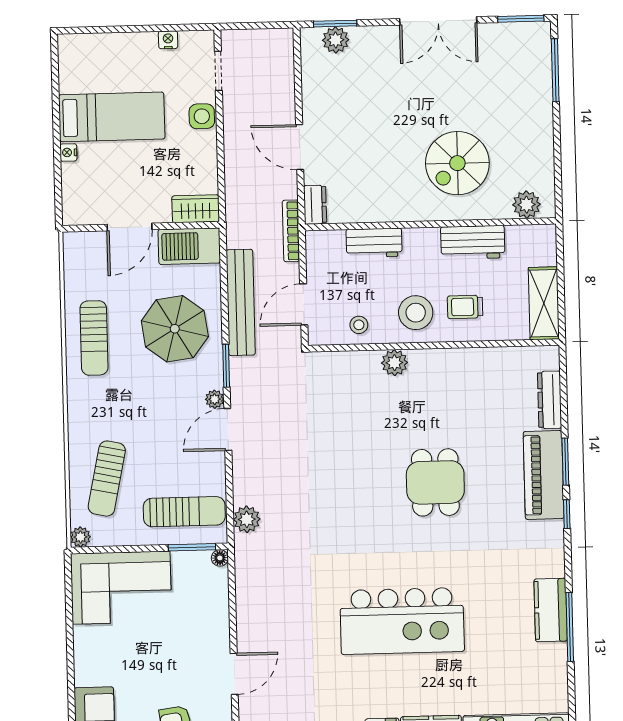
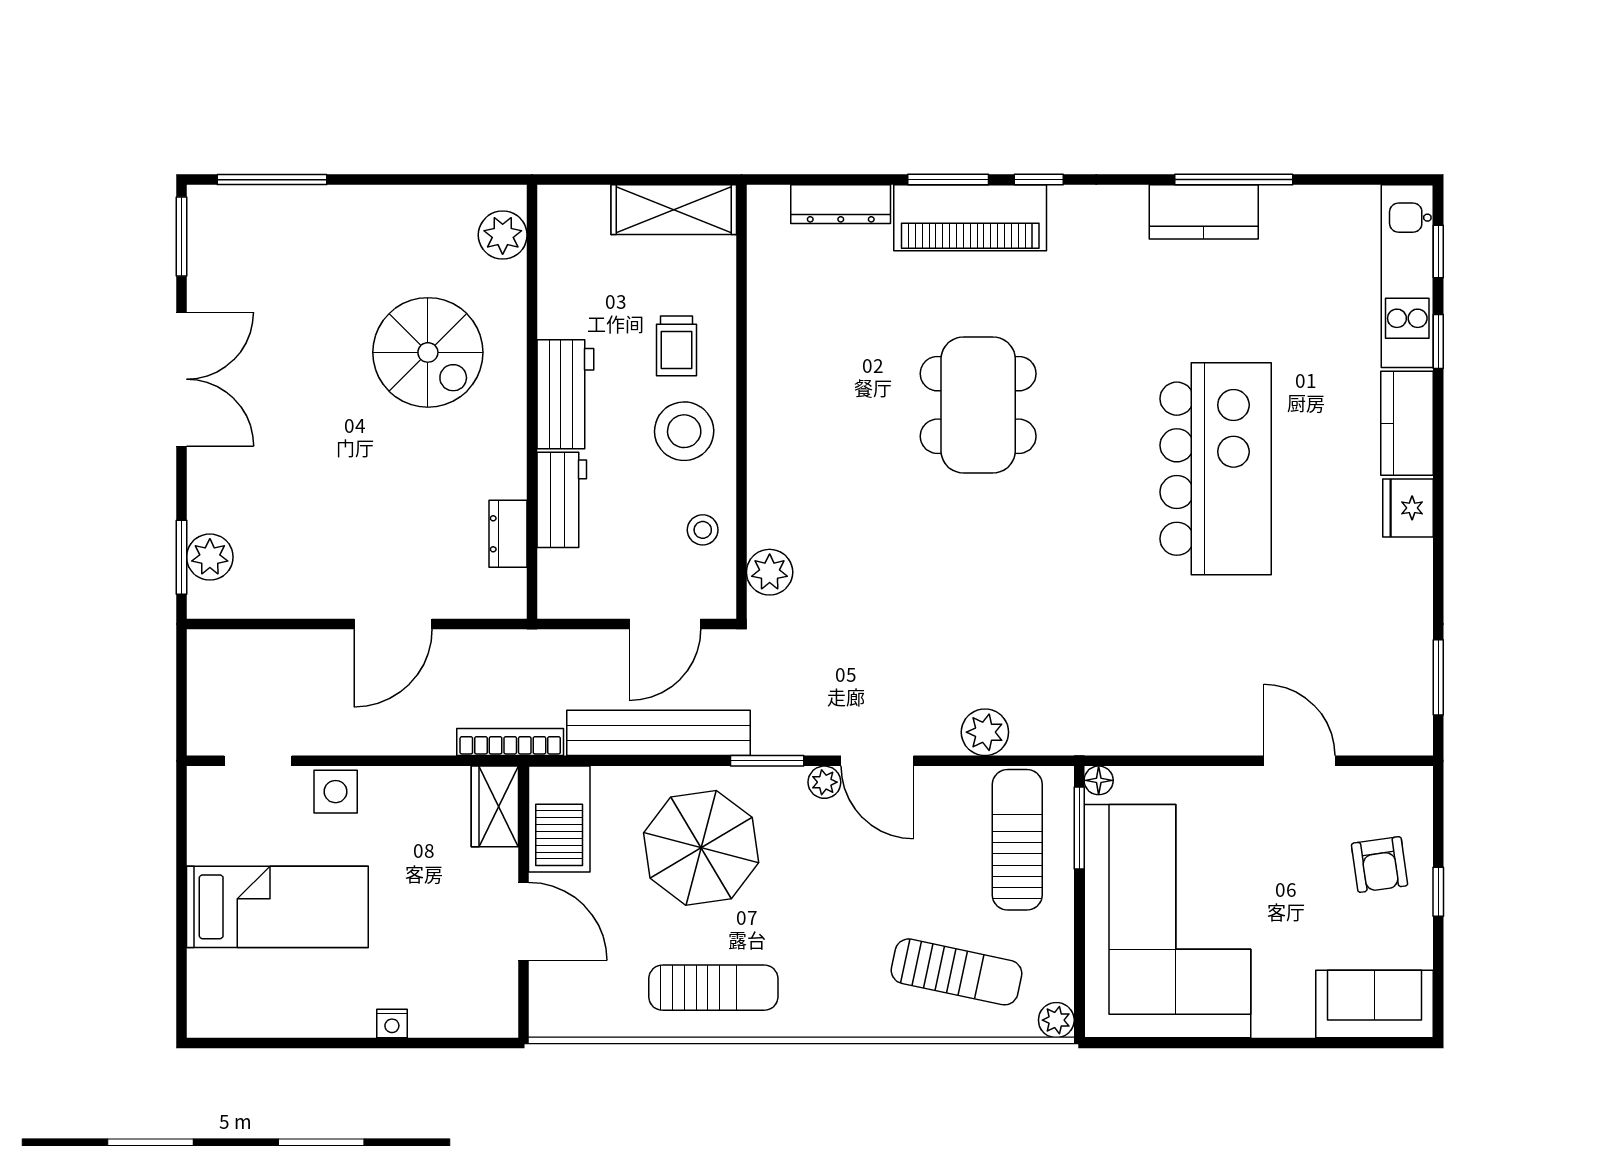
nightstand: (168, 40) -> (202, 846), removed
bed: (112, 117) -> (277, 907), moved, turned 90
dresser: (315, 205) -> (508, 534), moved, turned -90
bookcase: (291, 231) -> (510, 742), moved, turned 180
workbench: (473, 242) -> (565, 394), moved
door: (304, 304) -> (665, 624), hinge flipped
plant: (394, 363) -> (770, 572), moved
dining table: (435, 482) -> (978, 405), width x1.38
plant: (247, 519) -> (985, 732), moved
corner sofa: (121, 588) -> (1167, 921), width x1.36, depth x1.36

